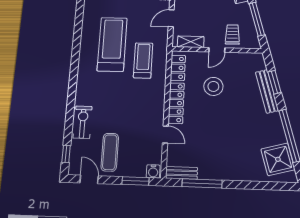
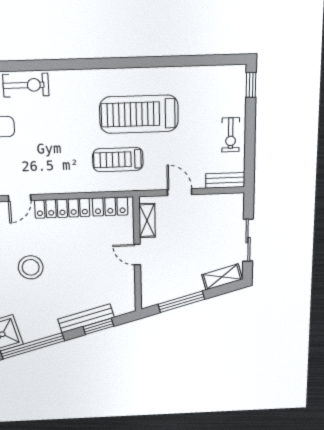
trolley: (232, 35) -> (159, 273), removed
treadmill: (112, 44) -> (139, 114), turned 180
treadmill: (143, 60) -> (118, 160), turned 180
stool: (213, 86) -> (31, 267), moved

